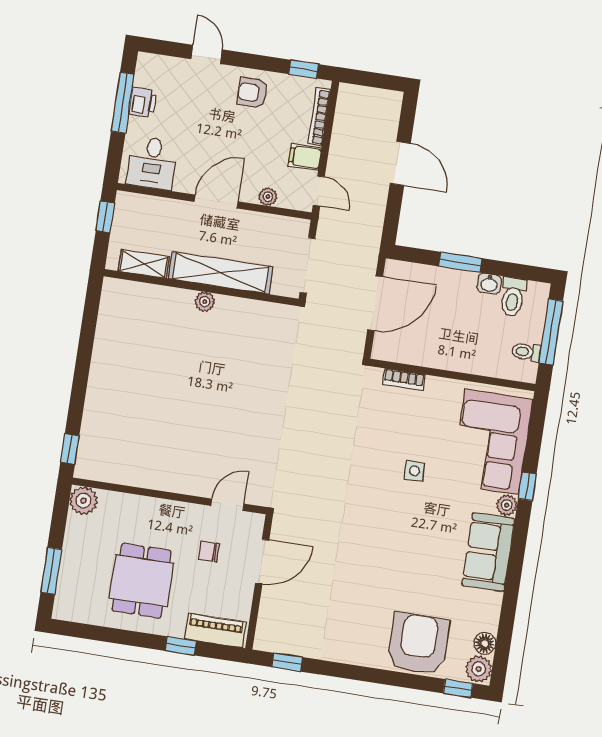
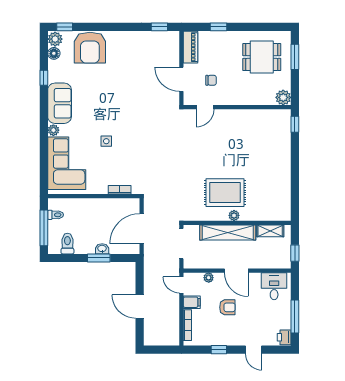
window: (304, 69) -> (219, 350), moved
armchair: (252, 93) -> (227, 307), moved
printer: (143, 102) -> (284, 337), moved
door: (216, 202) -> (236, 271), hinge flipped
washbasin: (489, 284) -> (102, 249), moved
rug: (215, 345) -> (225, 193), added
window: (527, 486) -> (44, 78), moved
door: (262, 562) -> (181, 79), hinge flipped
dining table: (141, 581) -> (262, 57), moved, turned 90
piano: (215, 631) -> (191, 47), moved, turned -90

